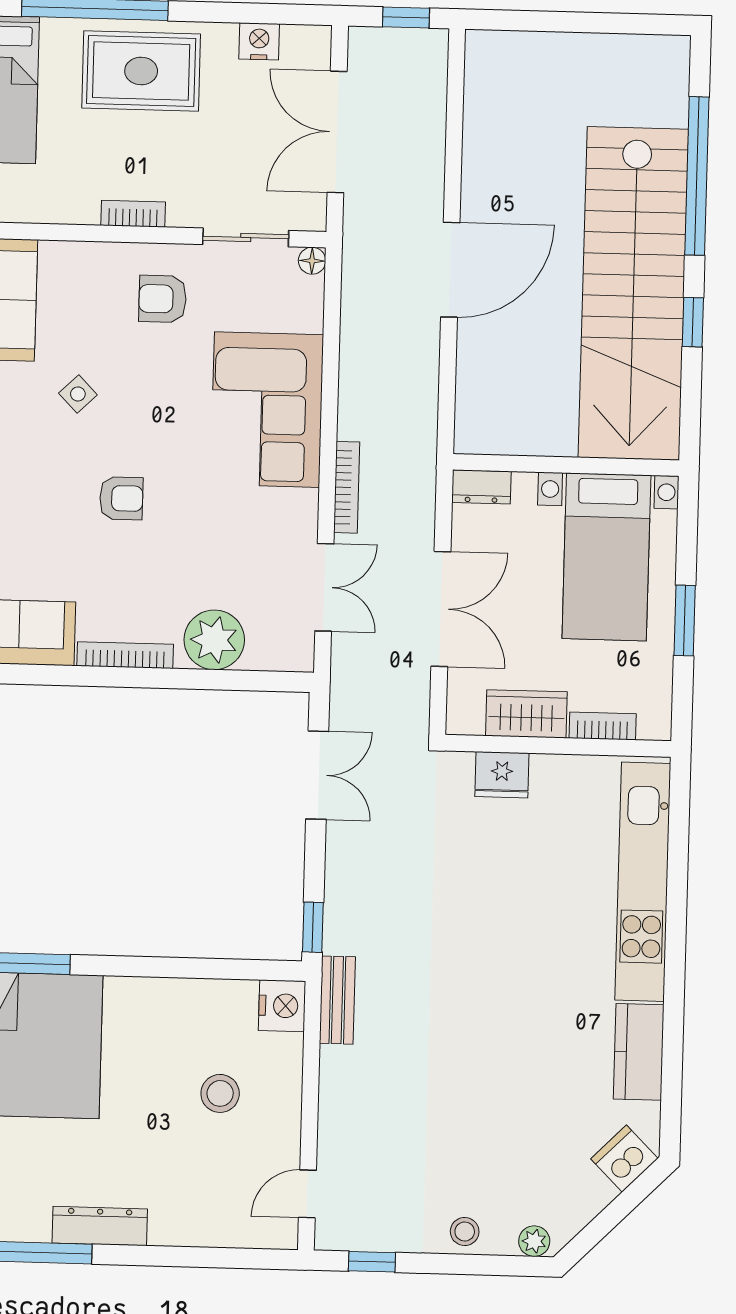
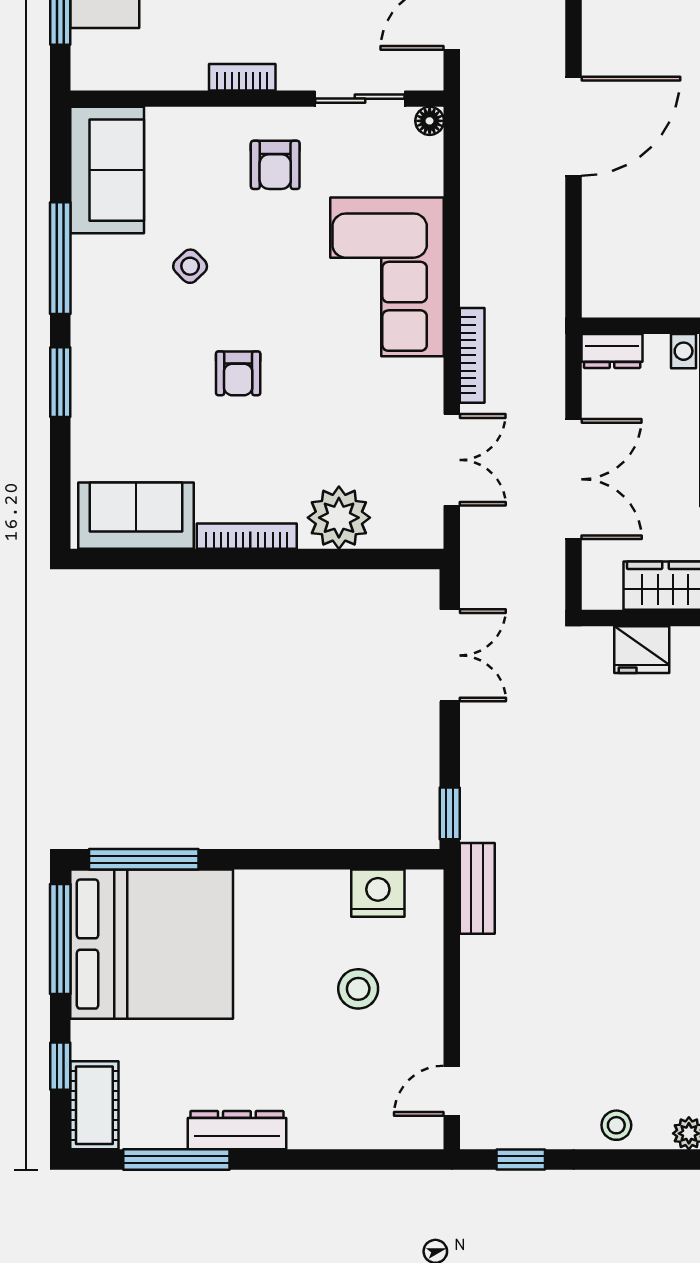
armchair: (162, 299) -> (275, 165), turned -90
armchair: (121, 498) -> (238, 373), turned 90
nightstand: (282, 1006) -> (378, 893), moved, turned -90

